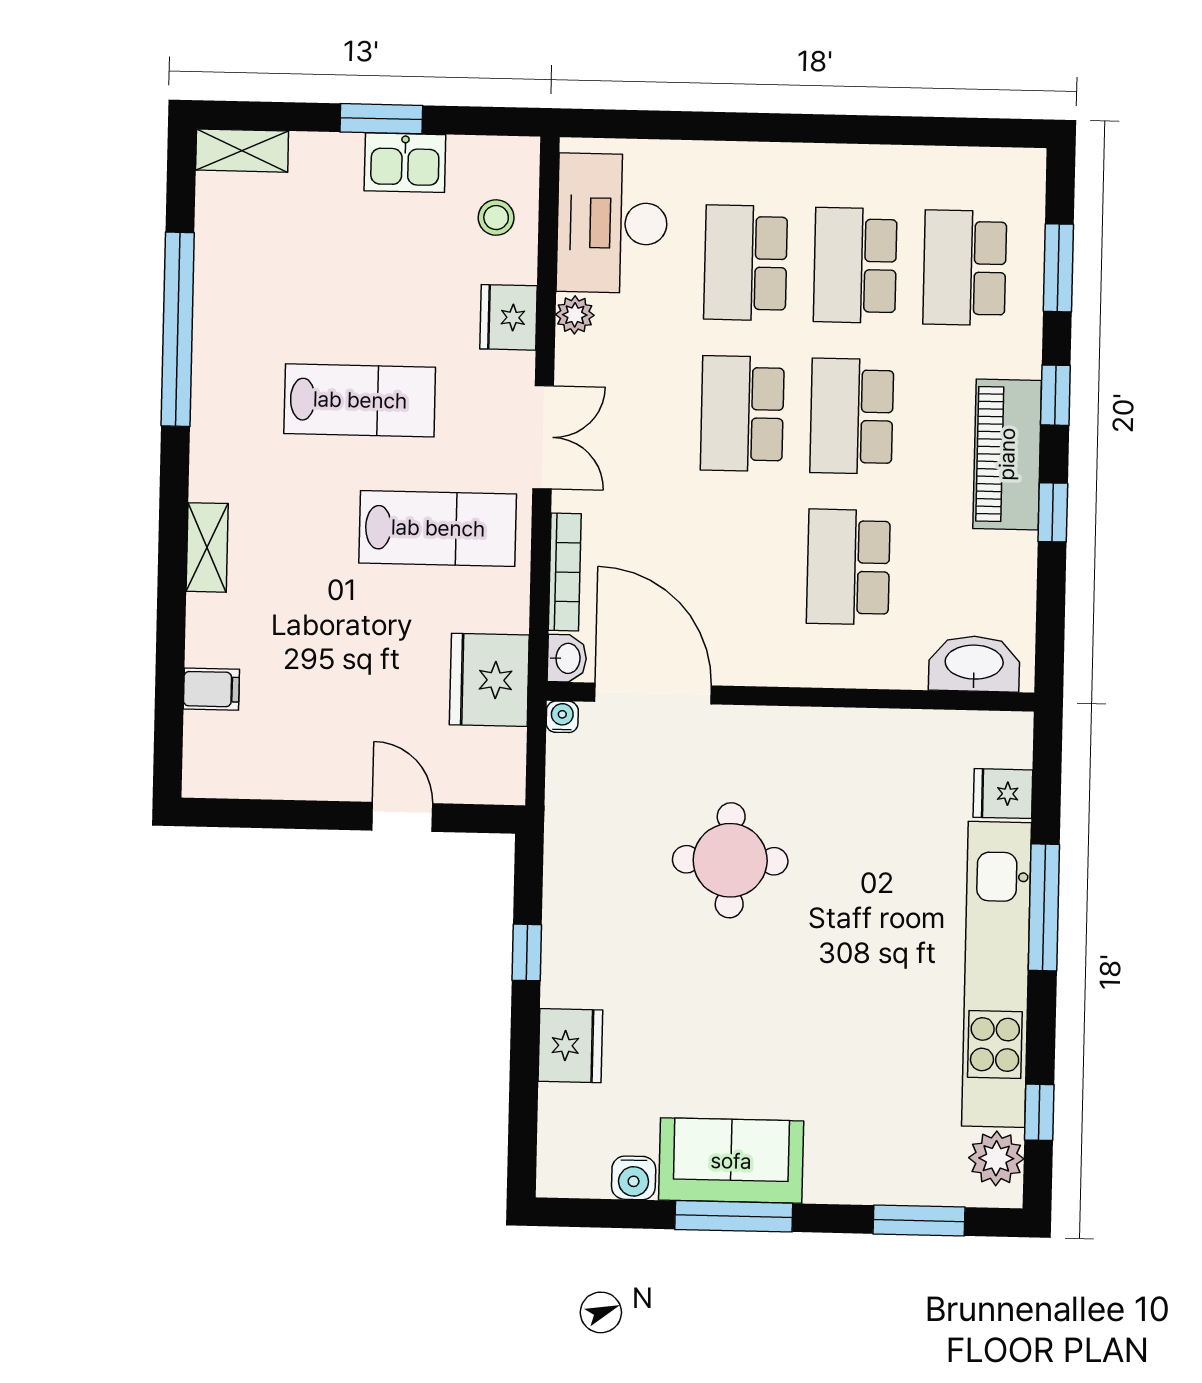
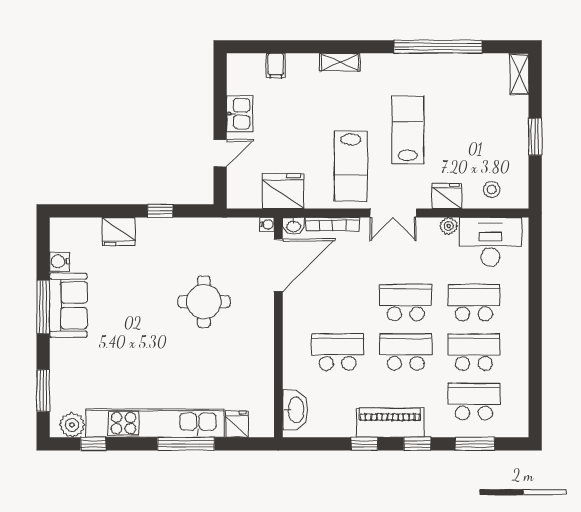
kitchen sink: (405, 163) -> (240, 114), moved, turned 180
lab bench: (360, 400) -> (408, 130), turned 180

